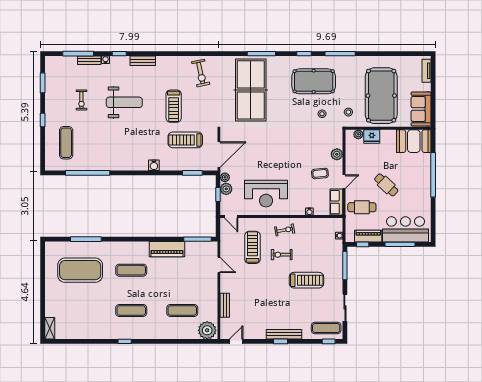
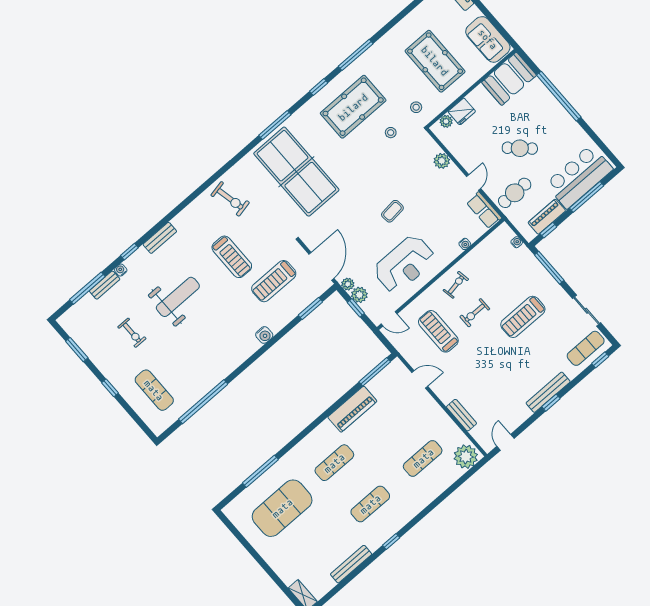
pool table: (381, 96) -> (435, 61), width x0.73, depth x0.76
coffee table: (320, 173) -> (392, 211), moved
treadmill: (306, 280) -> (523, 317), turned 180
bench: (91, 335) -> (351, 564), added

